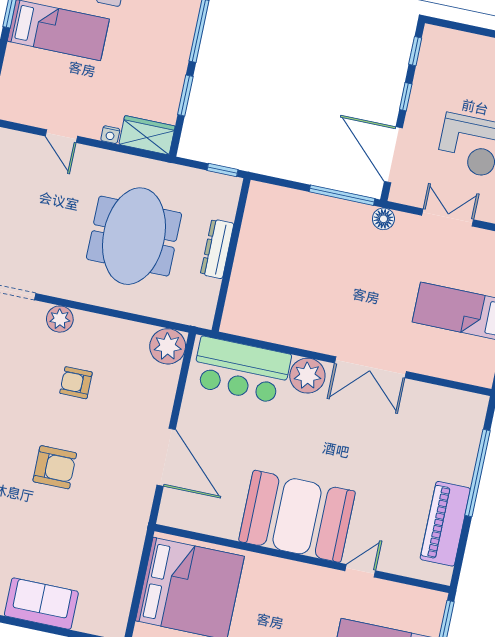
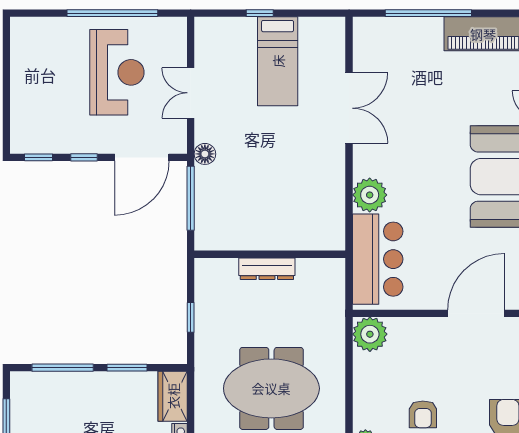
dresser: (217, 249) -> (267, 269), moved
wall: (231, 255) -> (270, 254), moved
double door: (370, 367) -> (349, 108), moved

